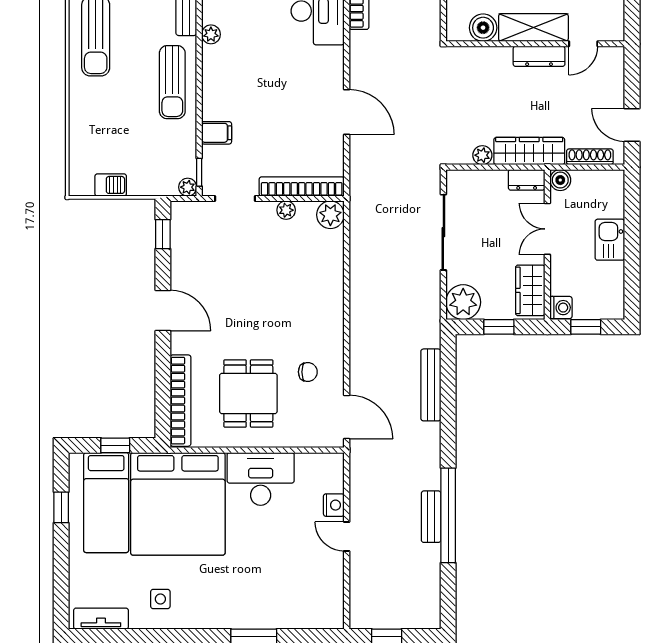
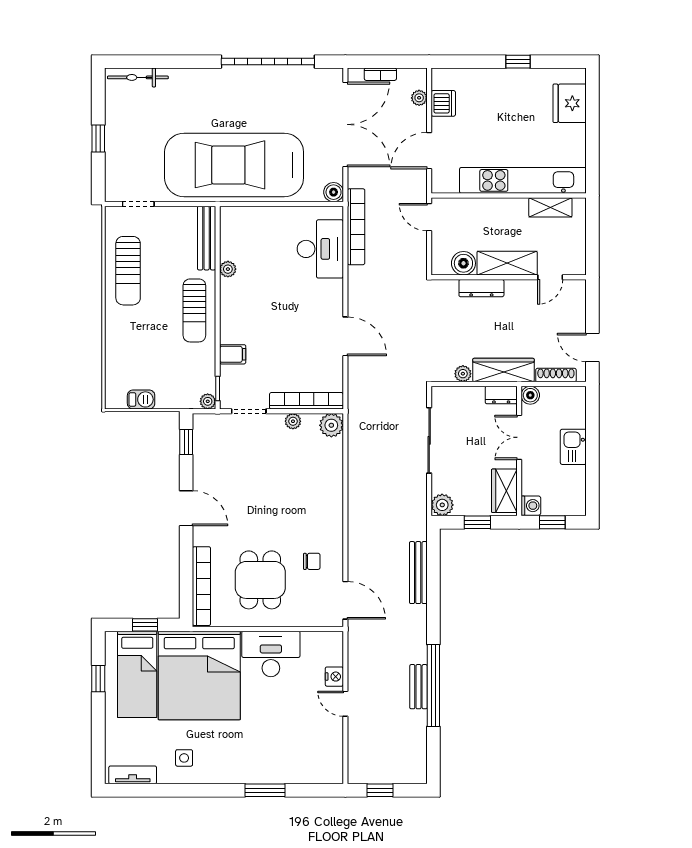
dresser: (539, 56) -> (481, 288), moved
plant: (463, 302) -> (442, 505), width x0.73, depth x0.73

